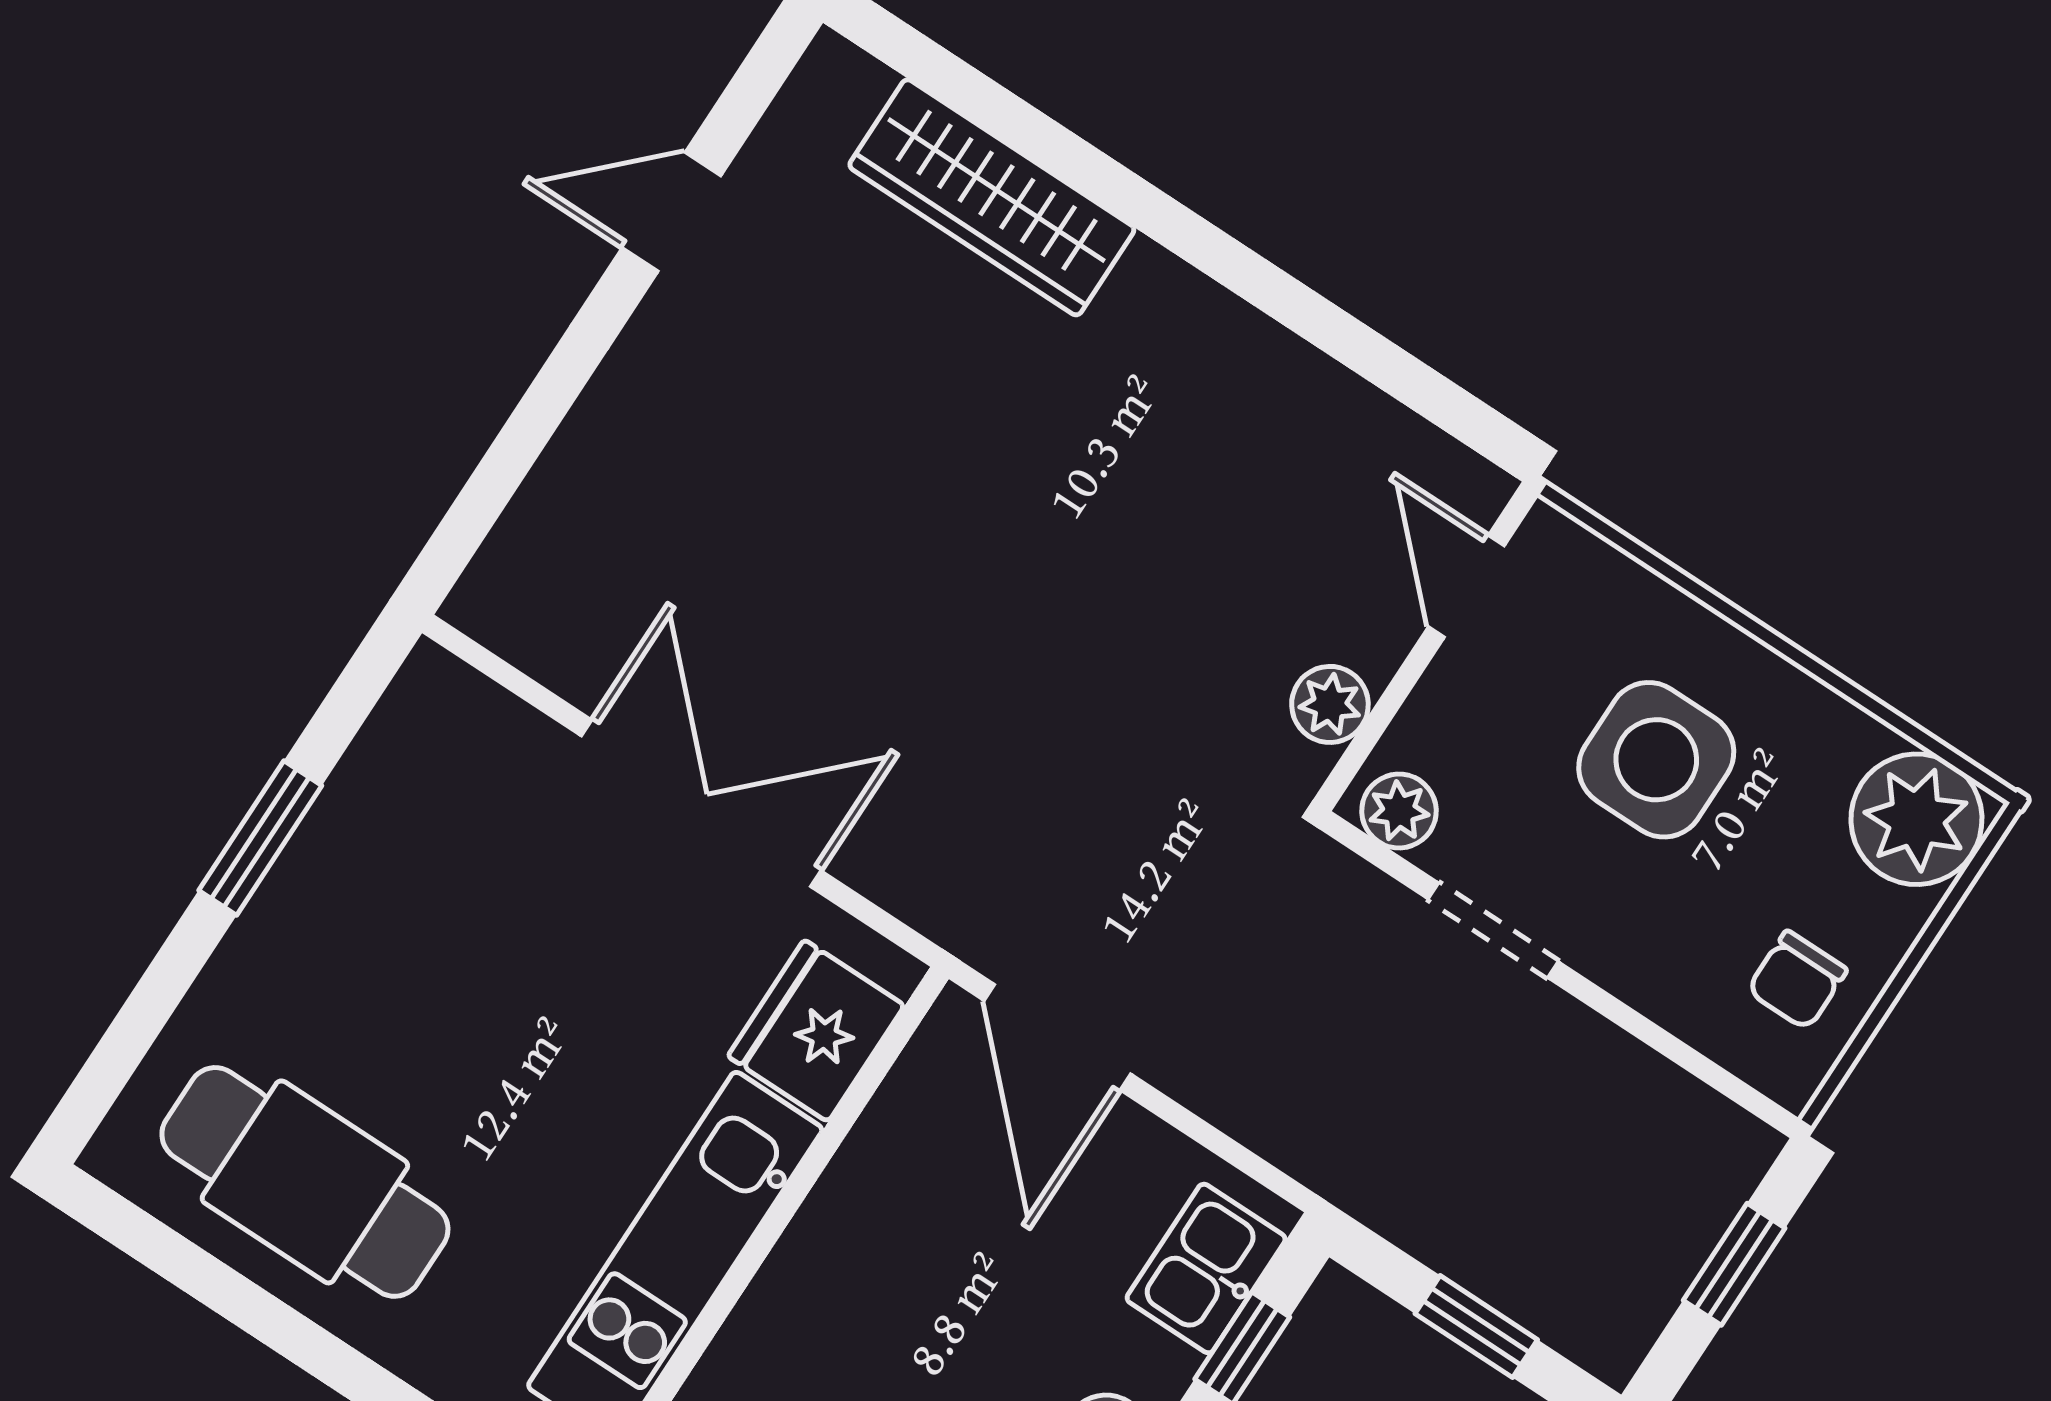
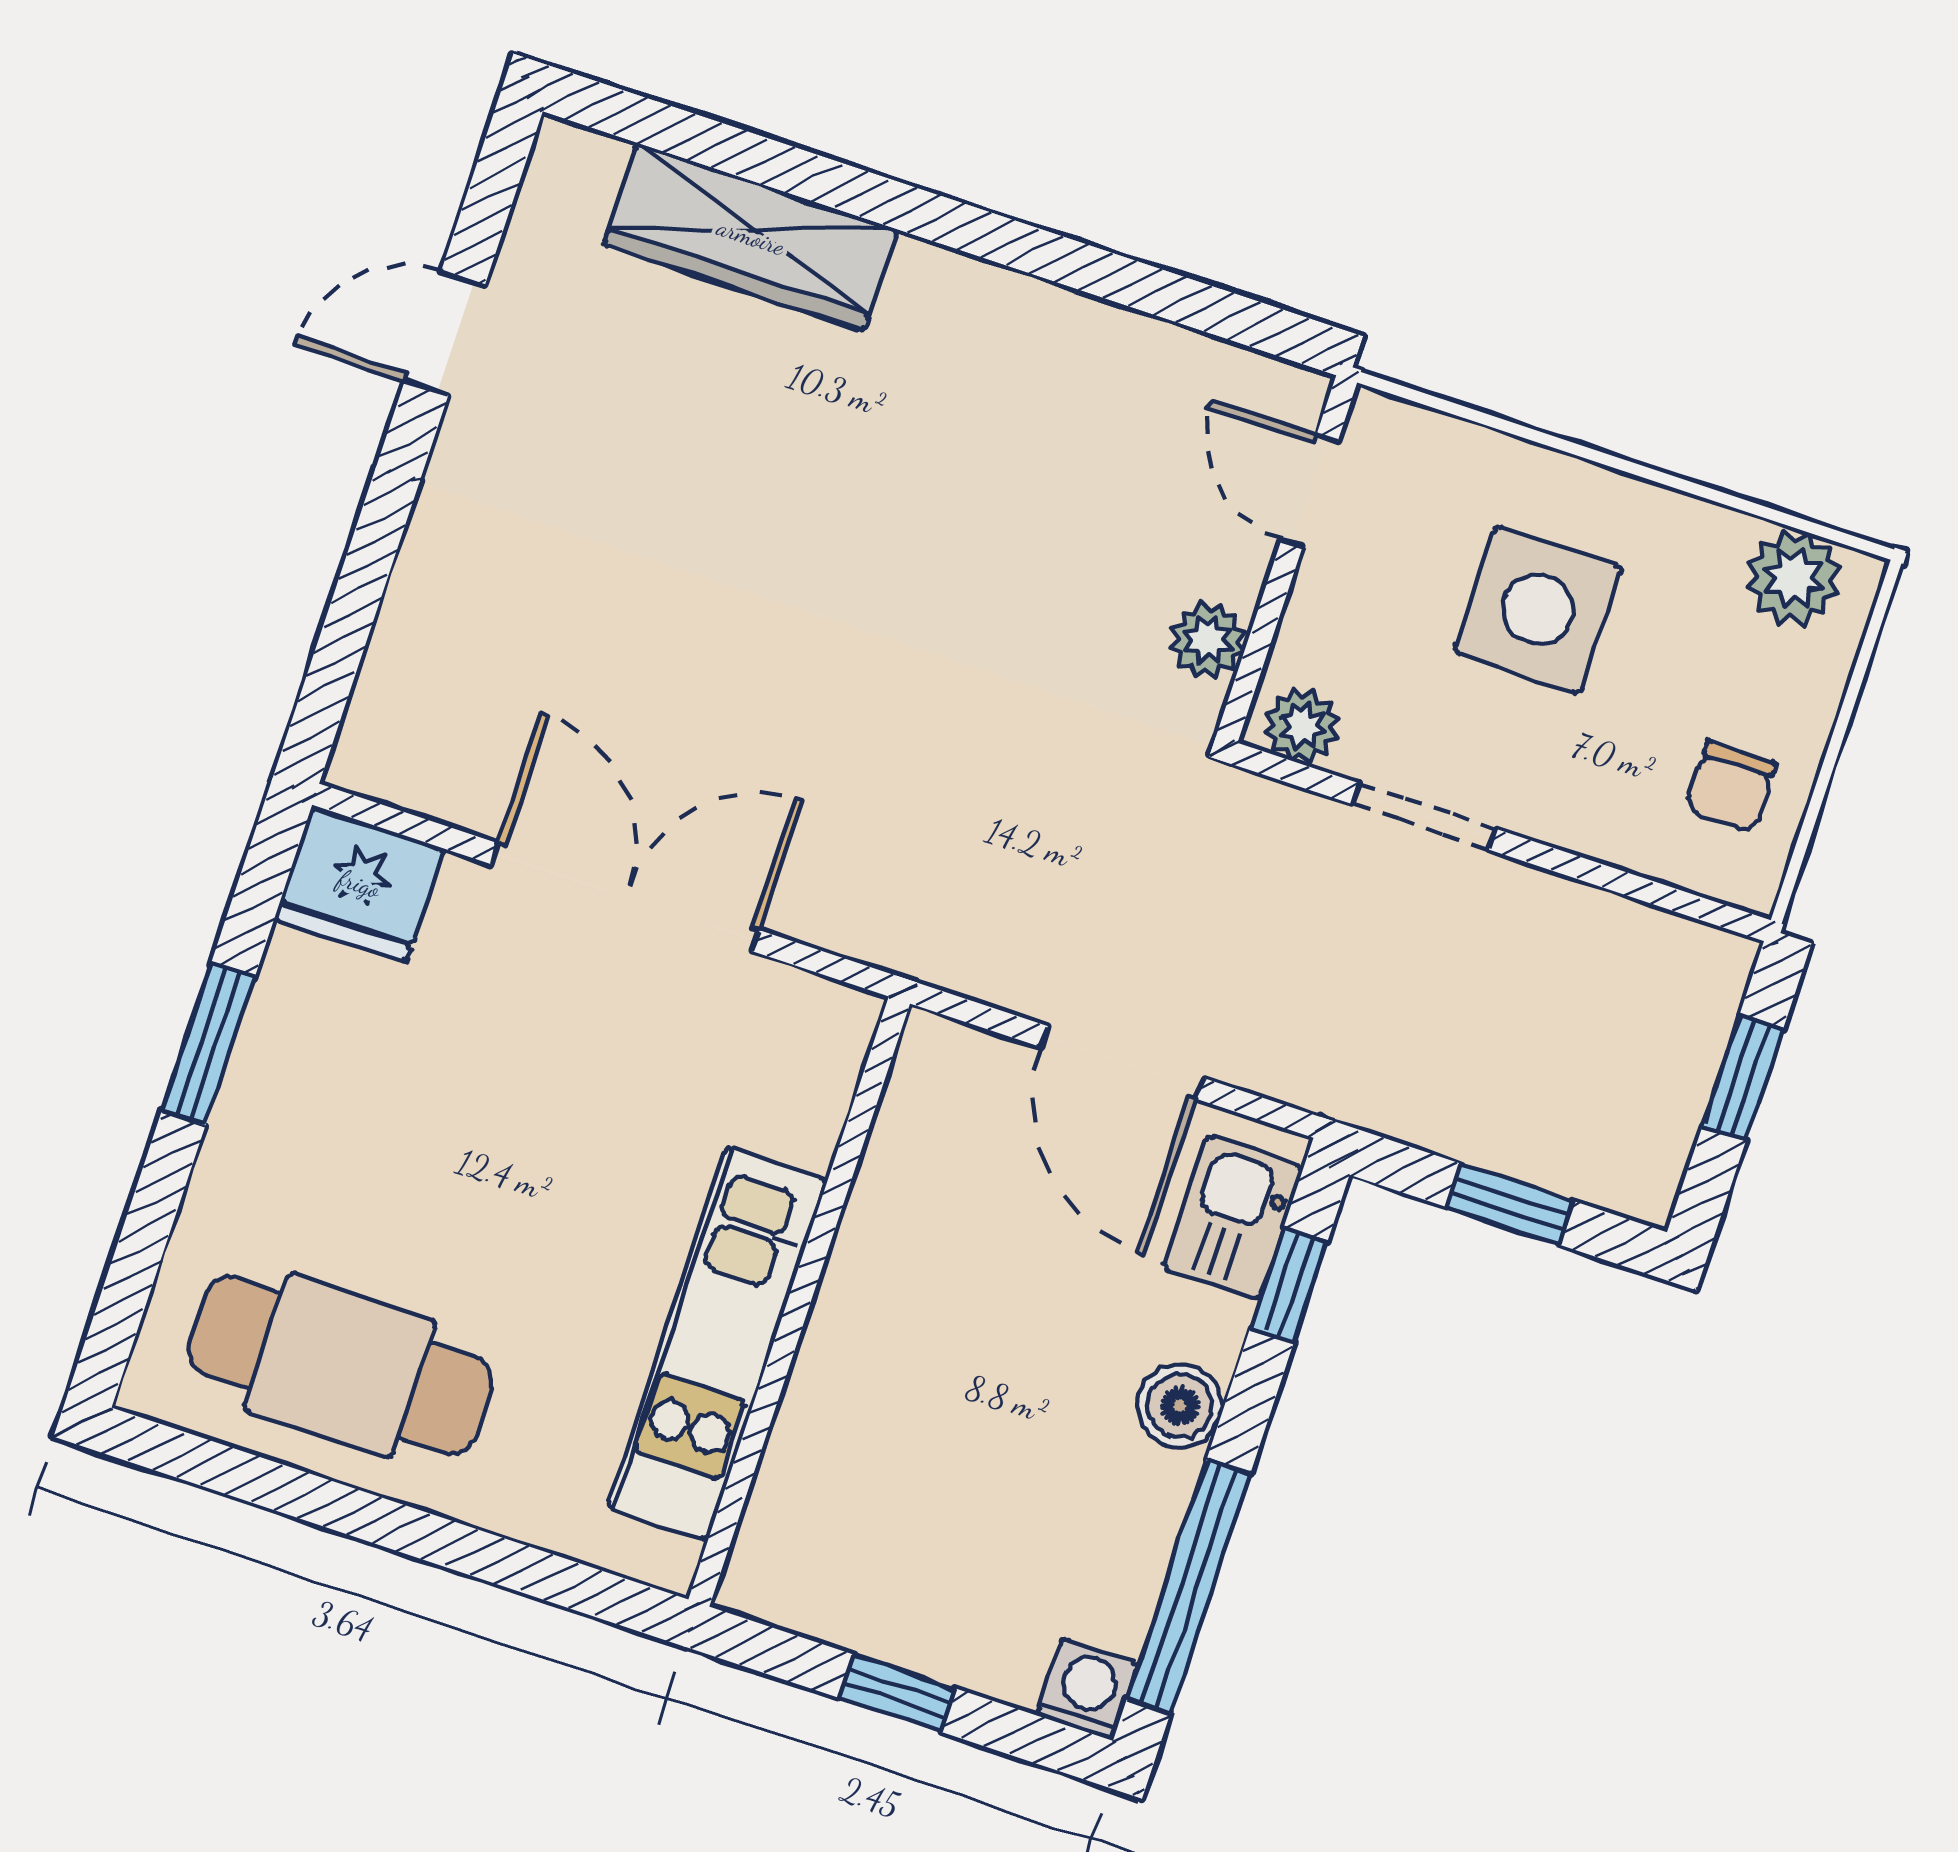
plant: (1916, 819) -> (1794, 578), width x0.73, depth x0.73
fridge: (816, 1031) -> (359, 884), moved, turned -90
door: (1057, 1037) -> (1122, 1063), moved

